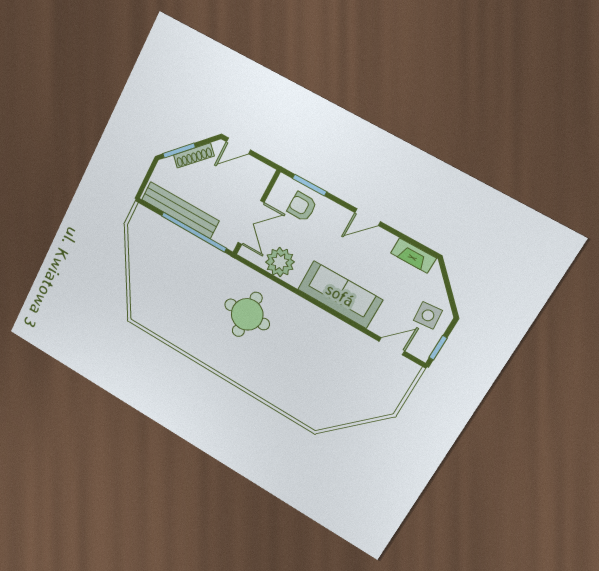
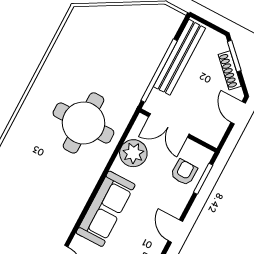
round table: (247, 314) -> (83, 123), width x1.36, depth x1.36

